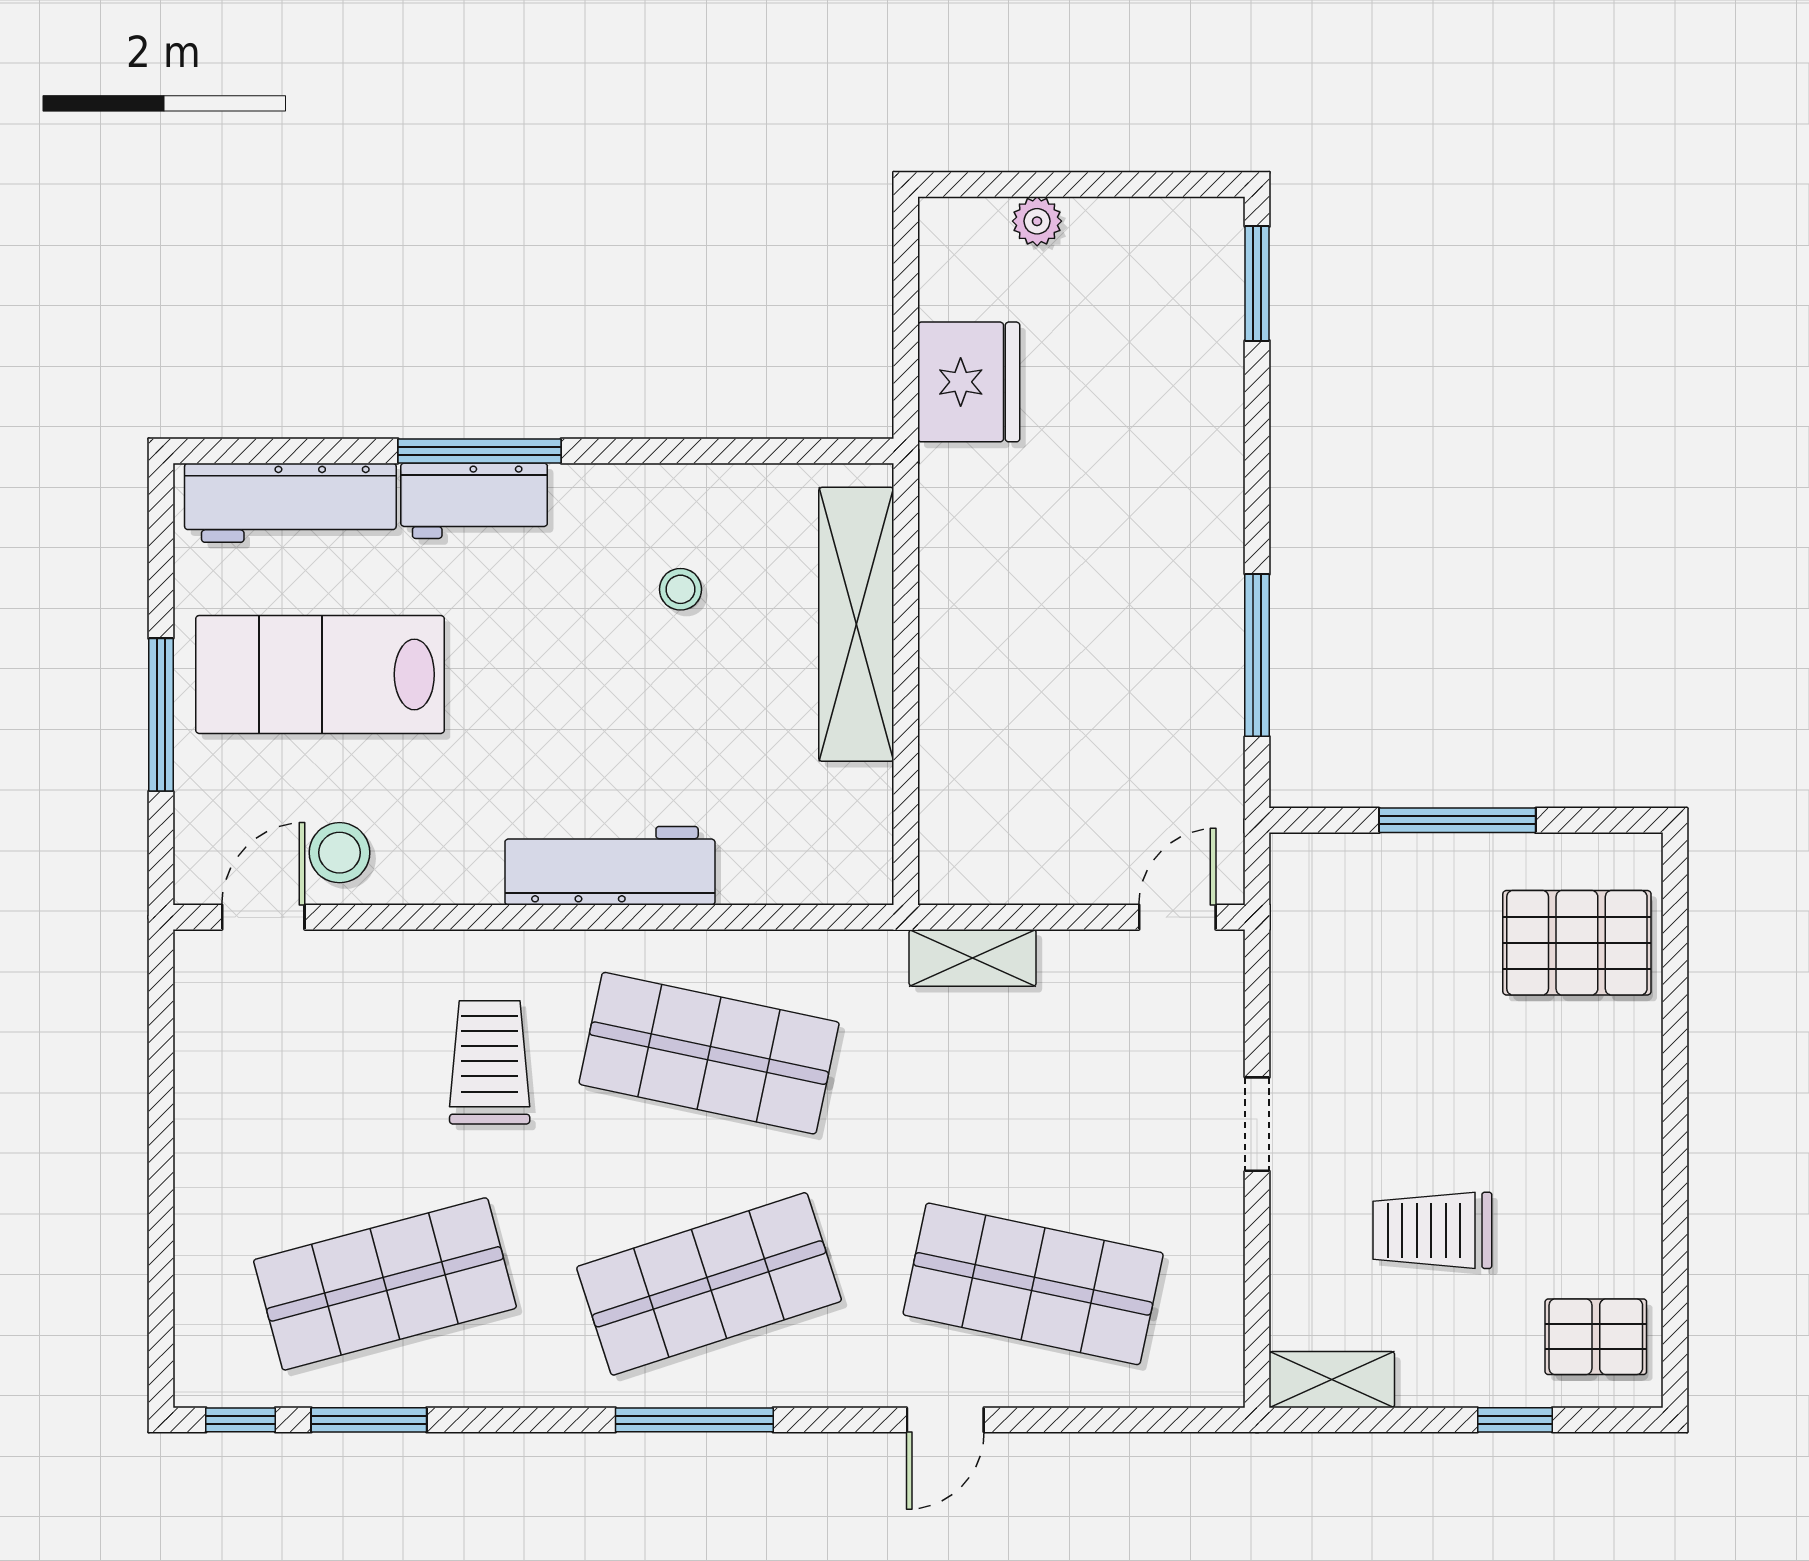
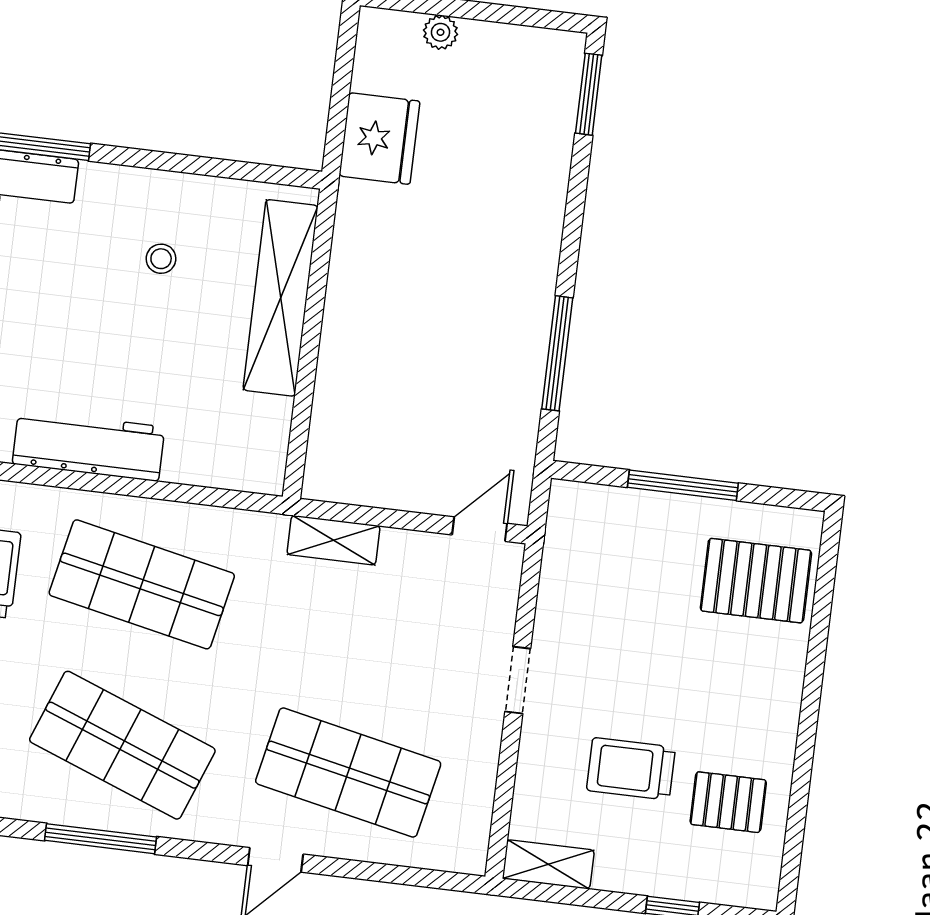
shop shelf: (709, 1284) -> (122, 745), turned 39
pallet: (1596, 1337) -> (728, 802), moved

